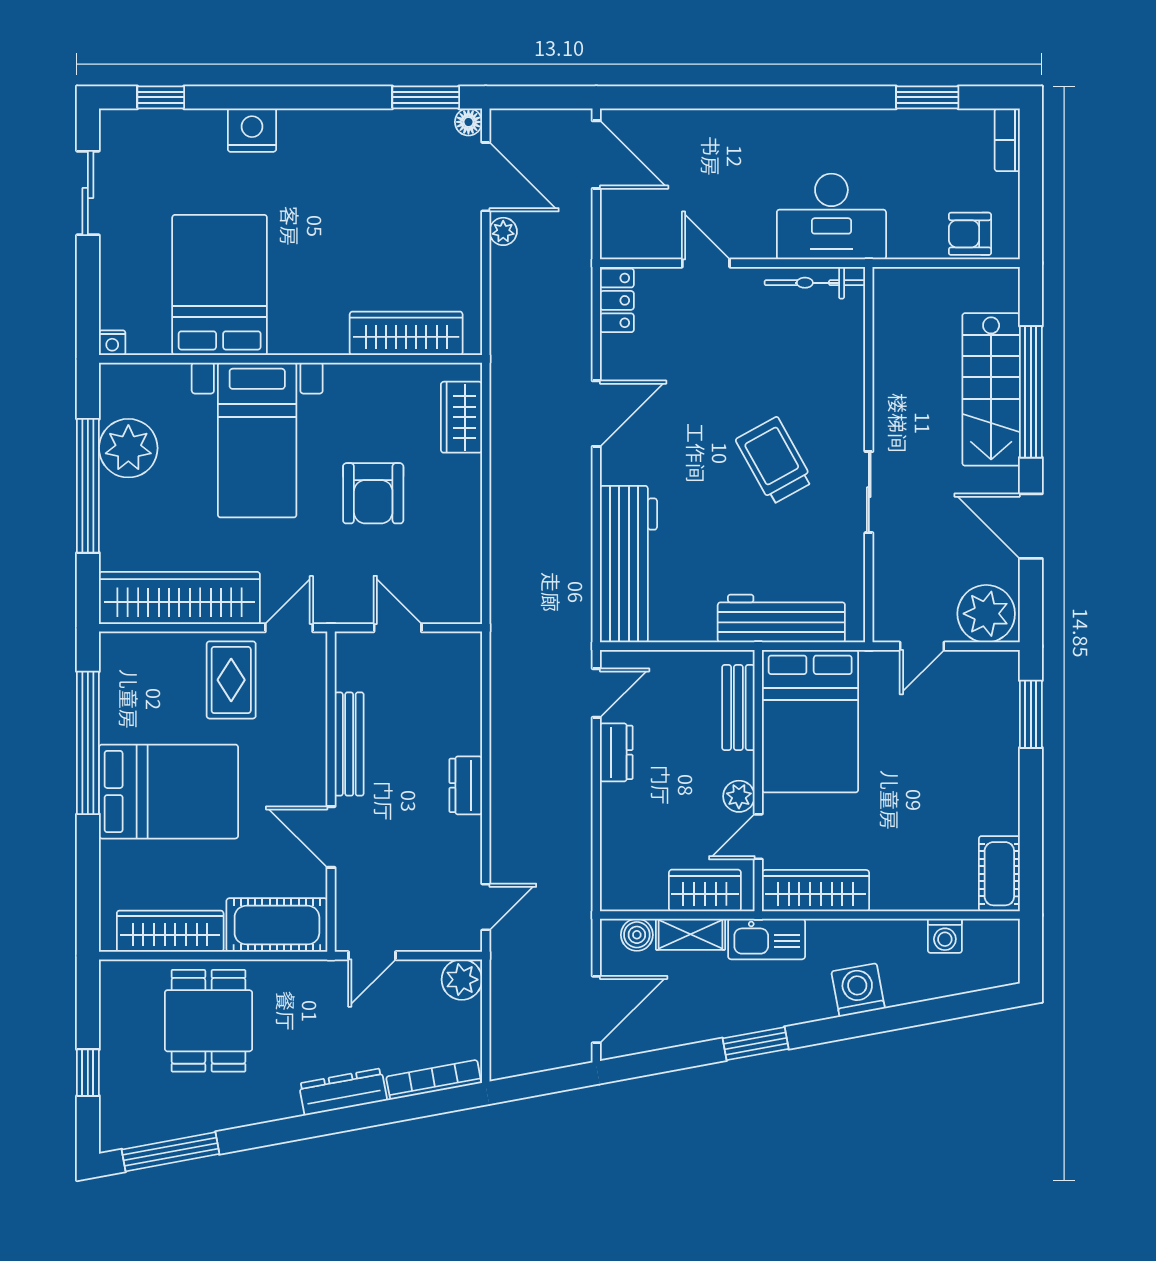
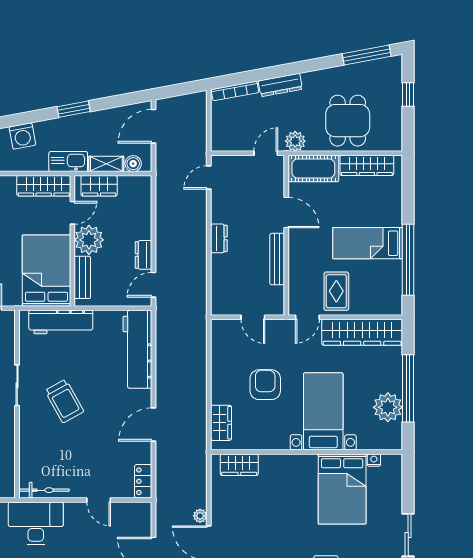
wardrobe: (406, 333) -> (239, 465), width x0.67
nightstand: (112, 343) -> (374, 460), moved
bed: (169, 792) -> (368, 243), width x0.67
plant: (739, 796) -> (89, 240), width x1.87, depth x1.87
plant: (462, 980) -> (295, 141), moved

